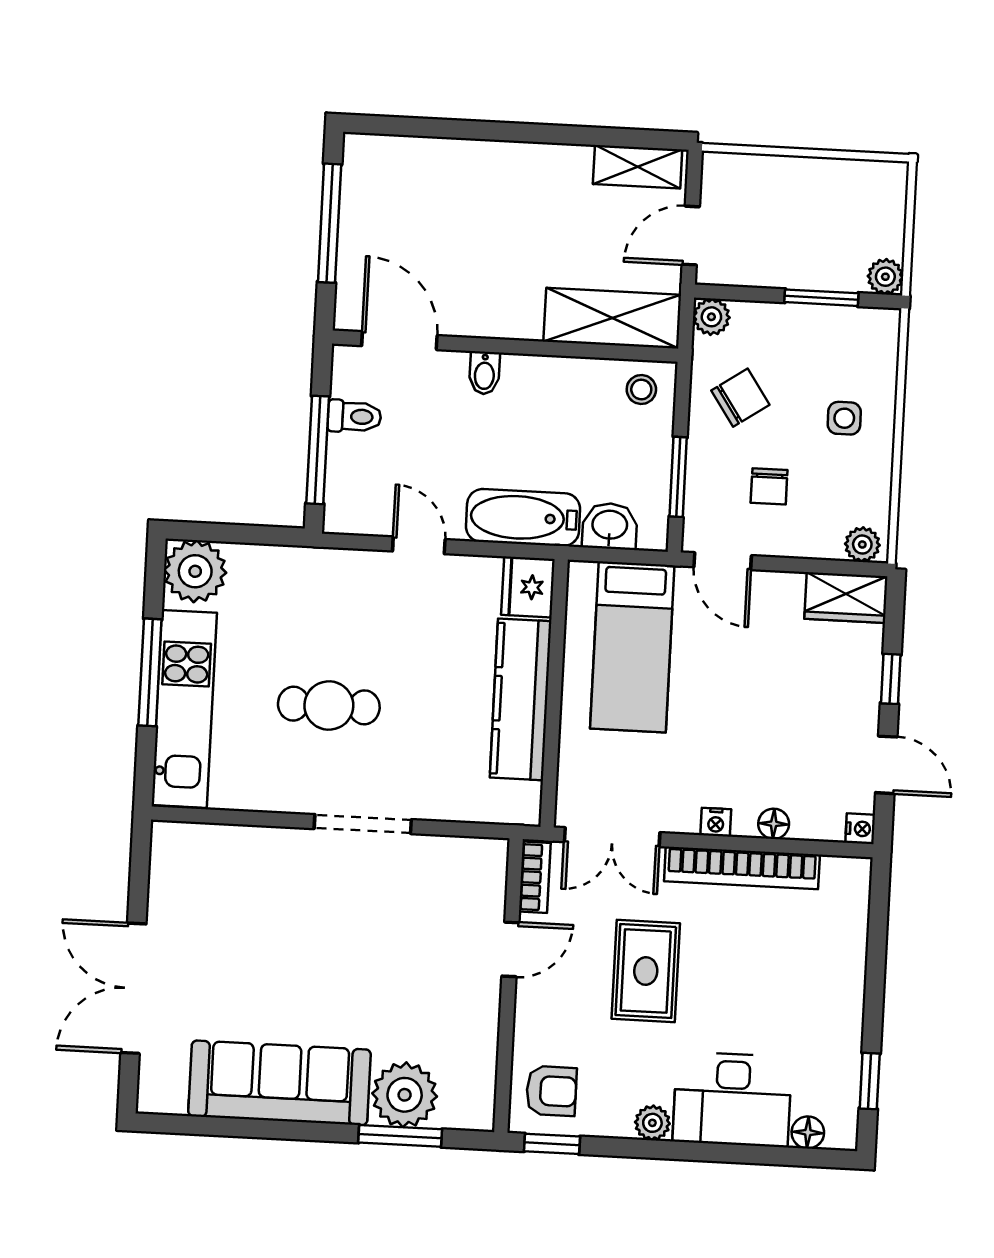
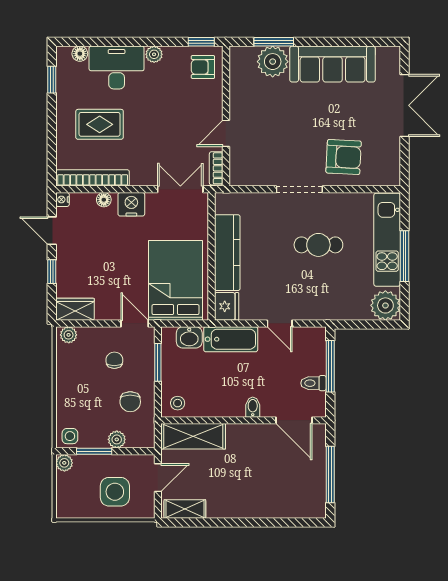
side table: (783, 211) -> (115, 492), added
plant: (711, 317) -> (117, 439), moved
chair: (740, 398) -> (130, 402), turned -56
side table: (844, 418) -> (70, 436), moved
bed: (632, 647) -> (175, 280), width x1.50
nightstand: (716, 822) -> (131, 204), width x1.89, depth x1.79
bookcase: (742, 868) -> (93, 178), moved
armchair: (266, 887) -> (344, 157), added
rug: (646, 971) -> (100, 124), moved, turned 90

